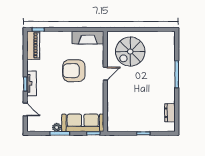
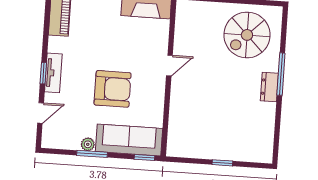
spiral stairs: (130, 52) -> (247, 35), moved
armchair: (74, 71) -> (113, 89), moved, turned 180
door: (25, 109) -> (41, 113), hinge flipped
dresser: (170, 113) -> (269, 87), moved

